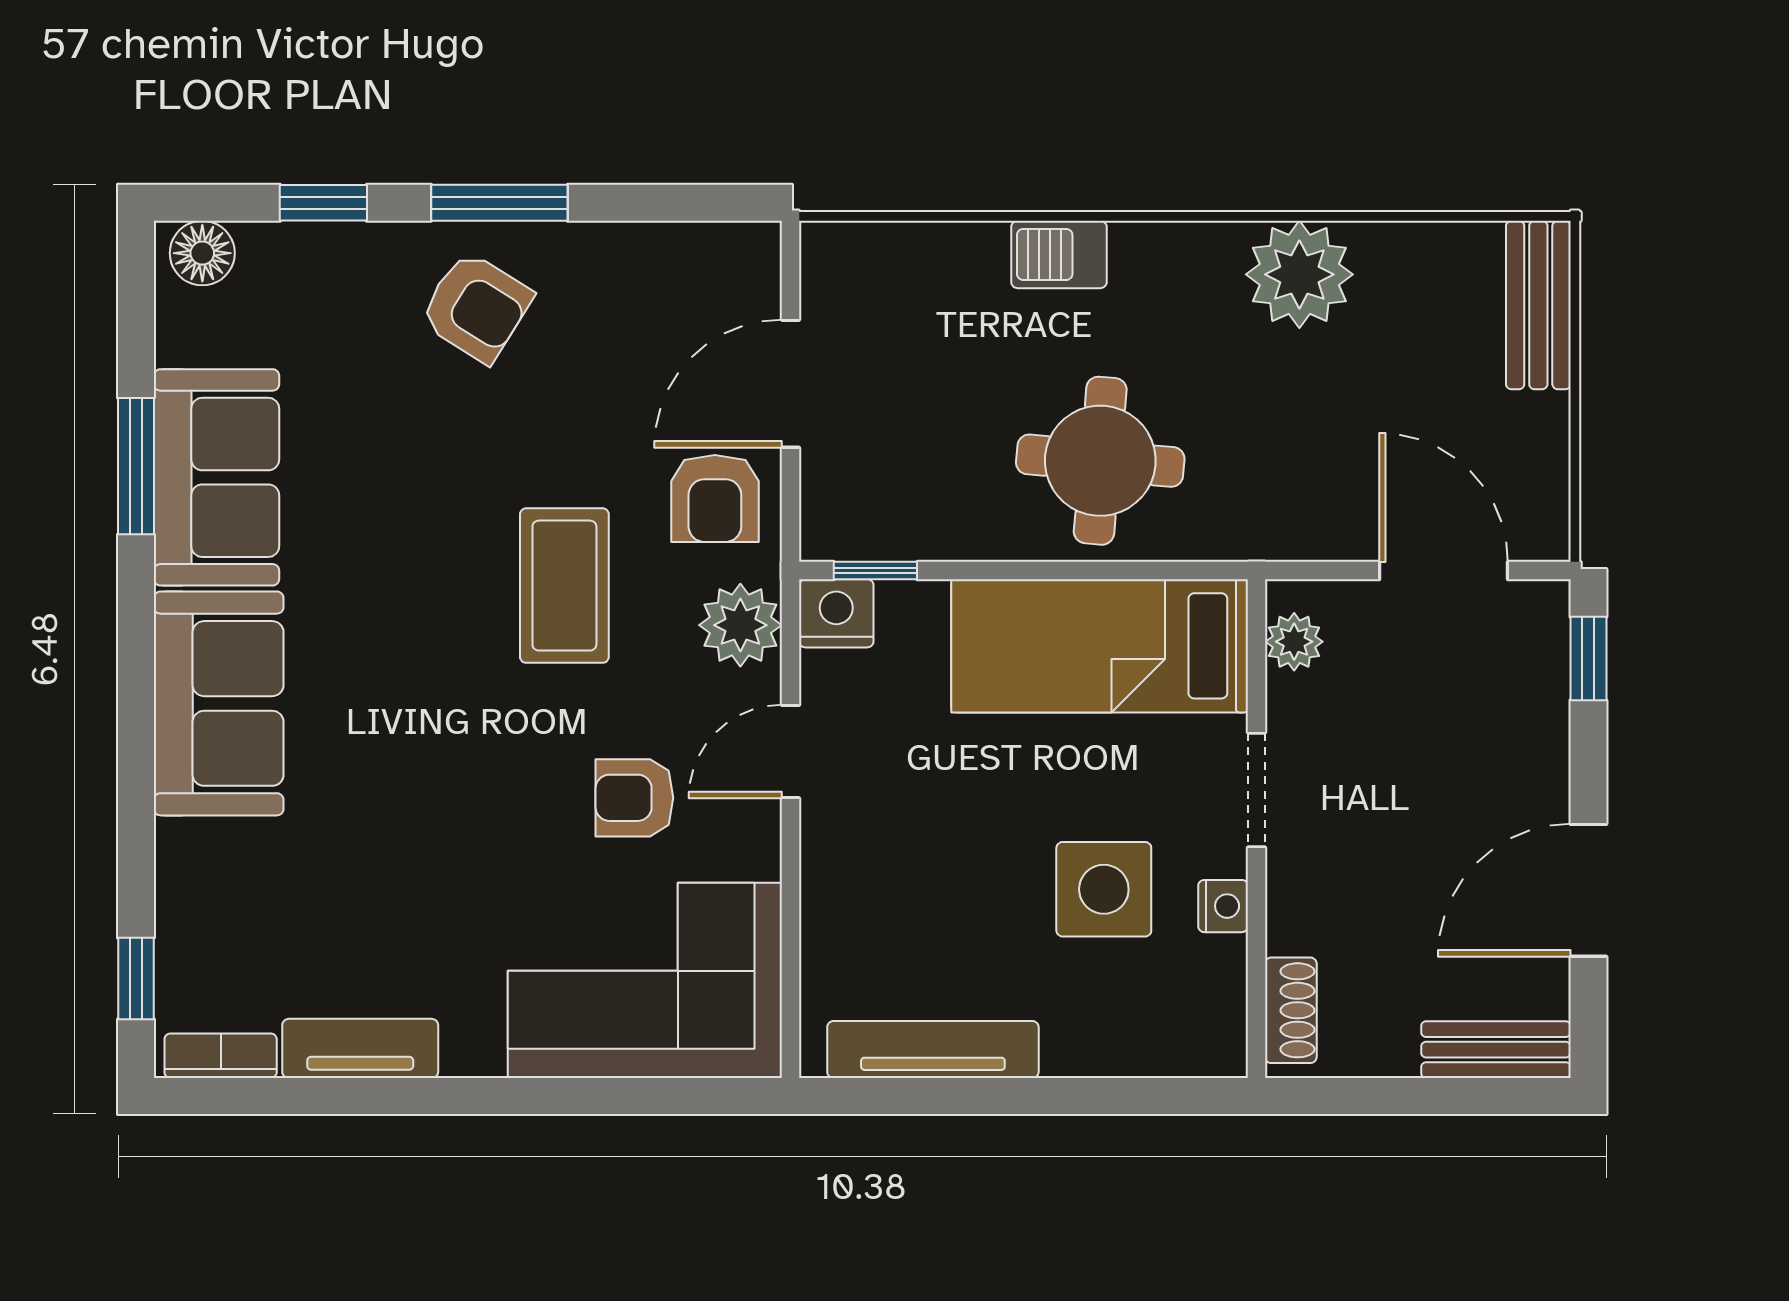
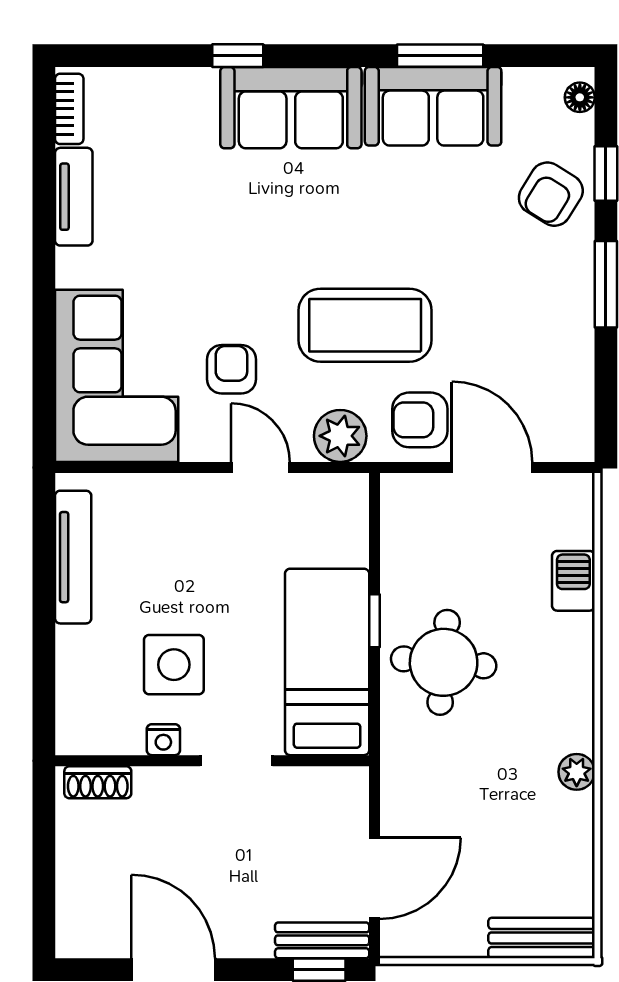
floor lamp: (202, 253) -> (580, 97), width x0.73, depth x0.73
barbecue: (1059, 254) -> (573, 581), moved
plant: (1299, 274) -> (577, 772), width x0.53, depth x0.53
armchair: (476, 307) -> (551, 194), moved
window: (875, 571) -> (374, 621), moved
coffee table: (564, 586) -> (365, 325), width x1.36, depth x1.32
nightstand: (836, 613) -> (348, 496), removed
plant: (1294, 642) -> (330, 784), removed
window: (136, 978) -> (238, 56), moved
bench: (1496, 1050) -> (322, 940), moved, turned 90

